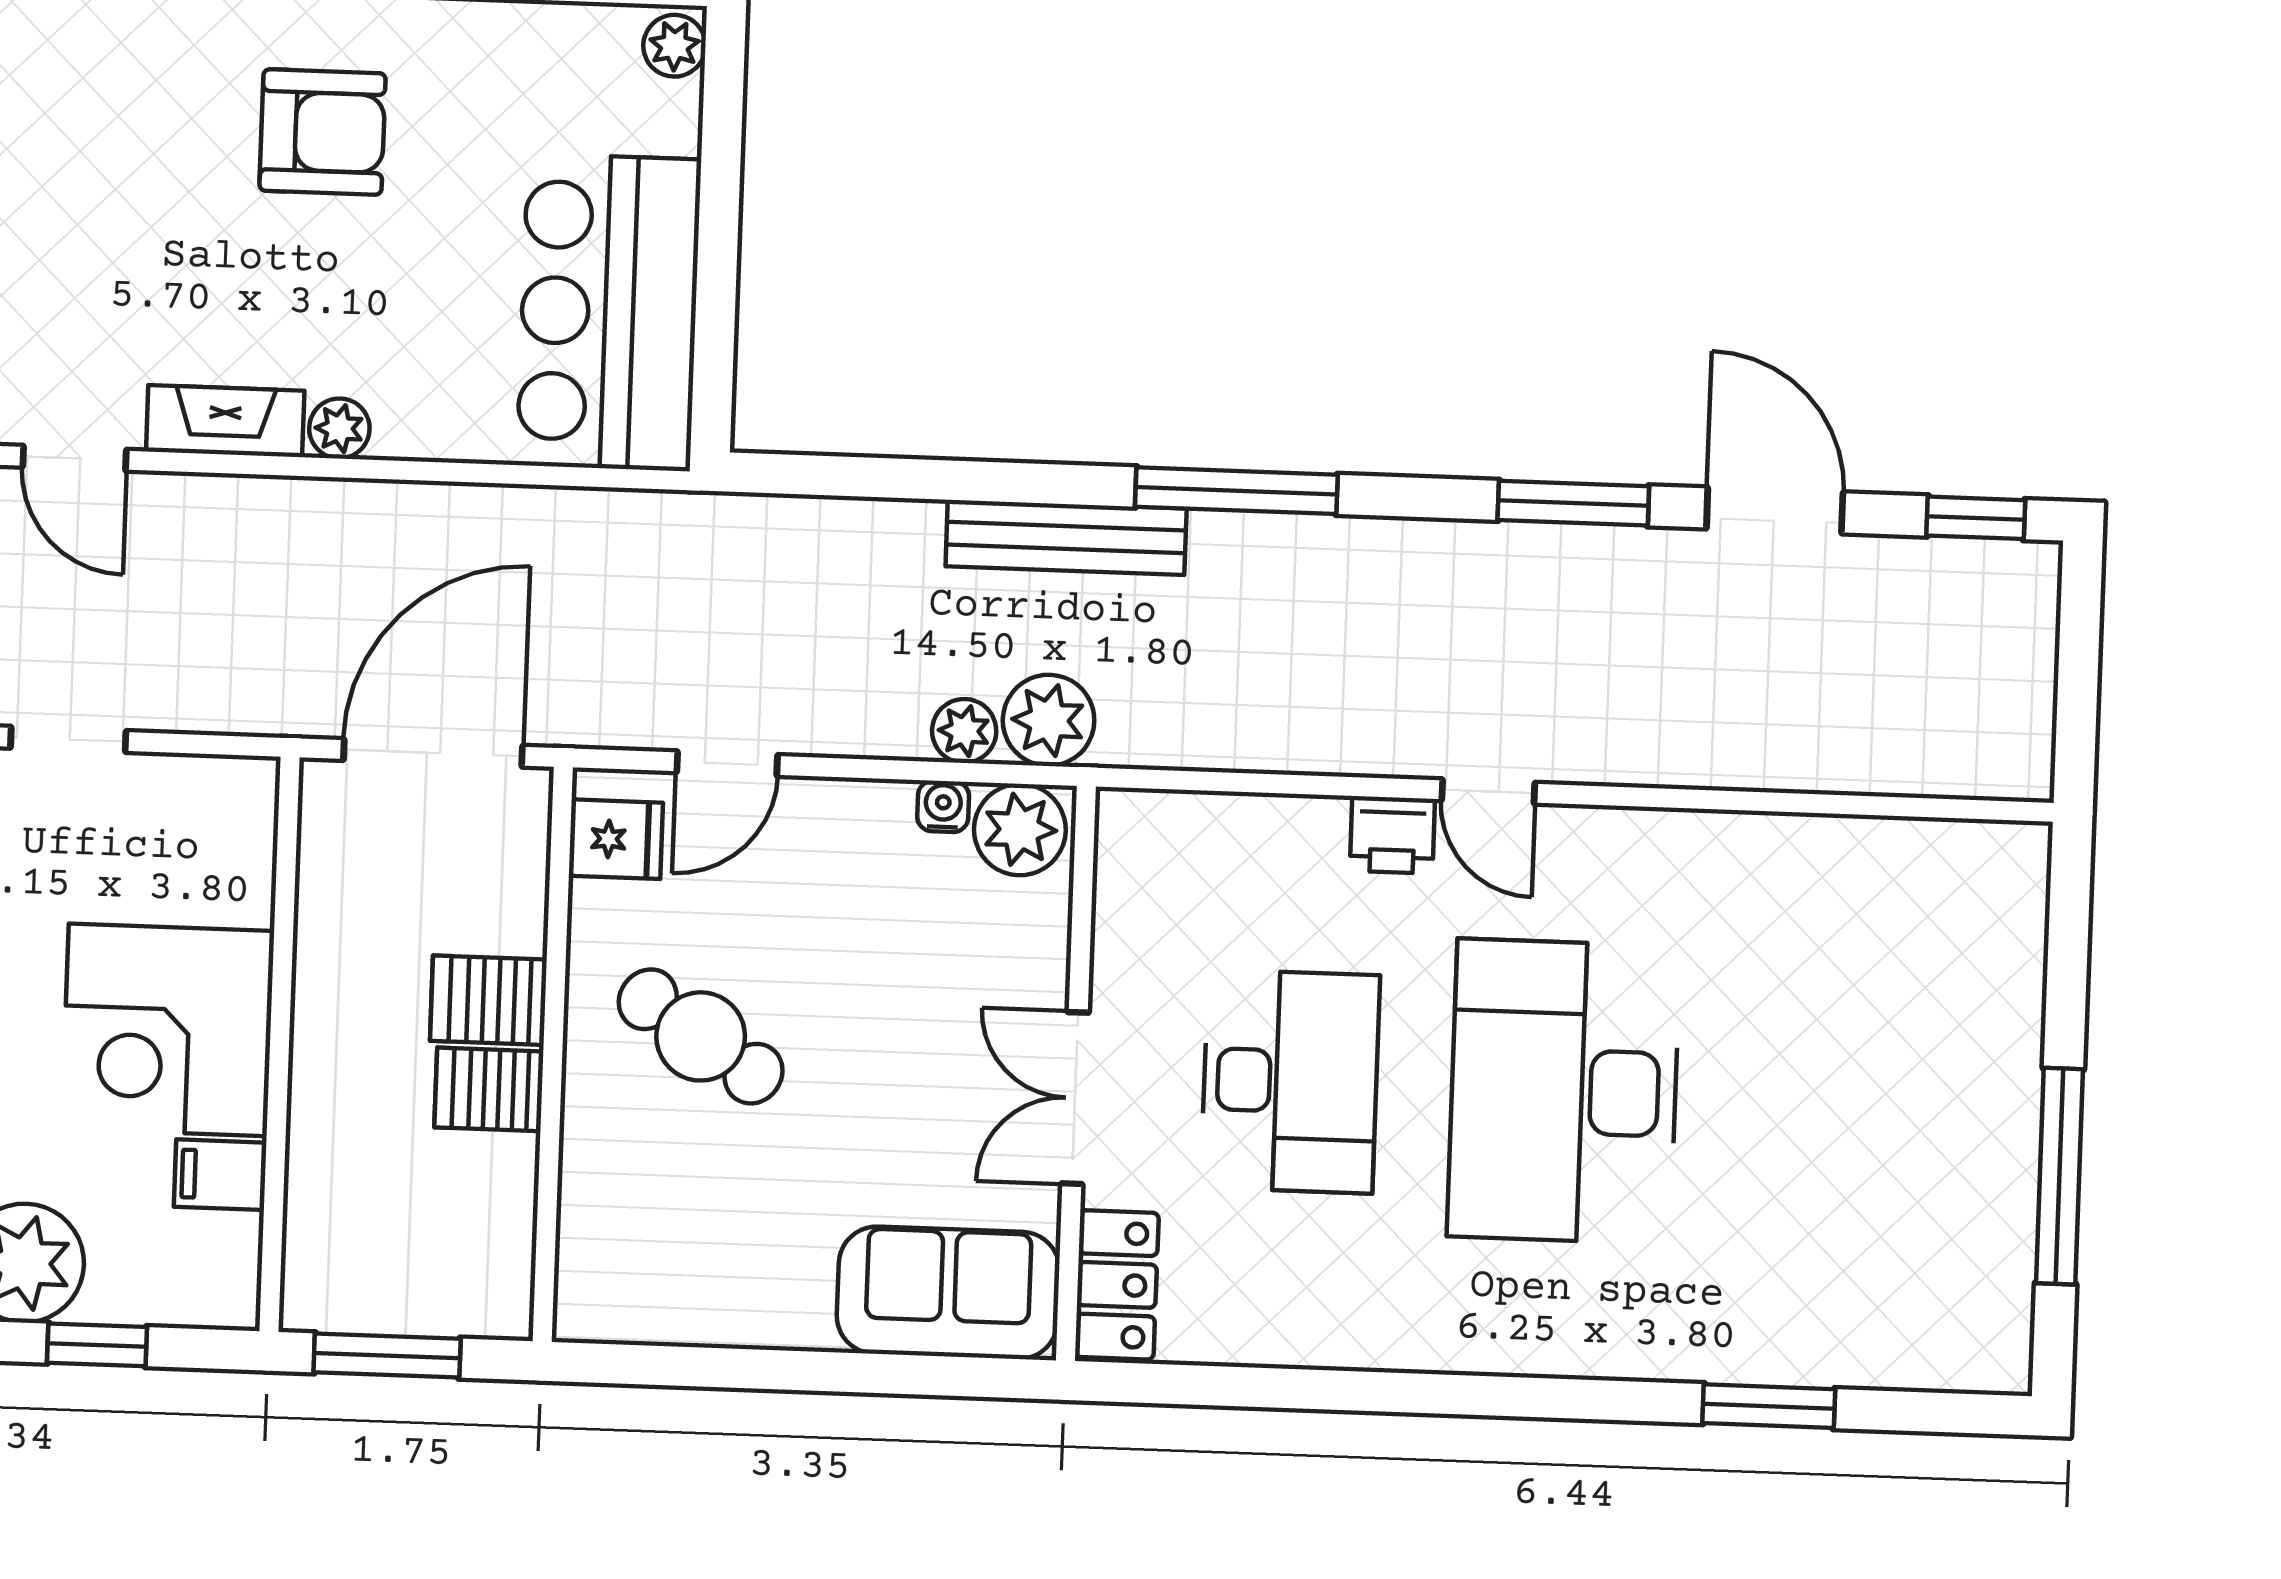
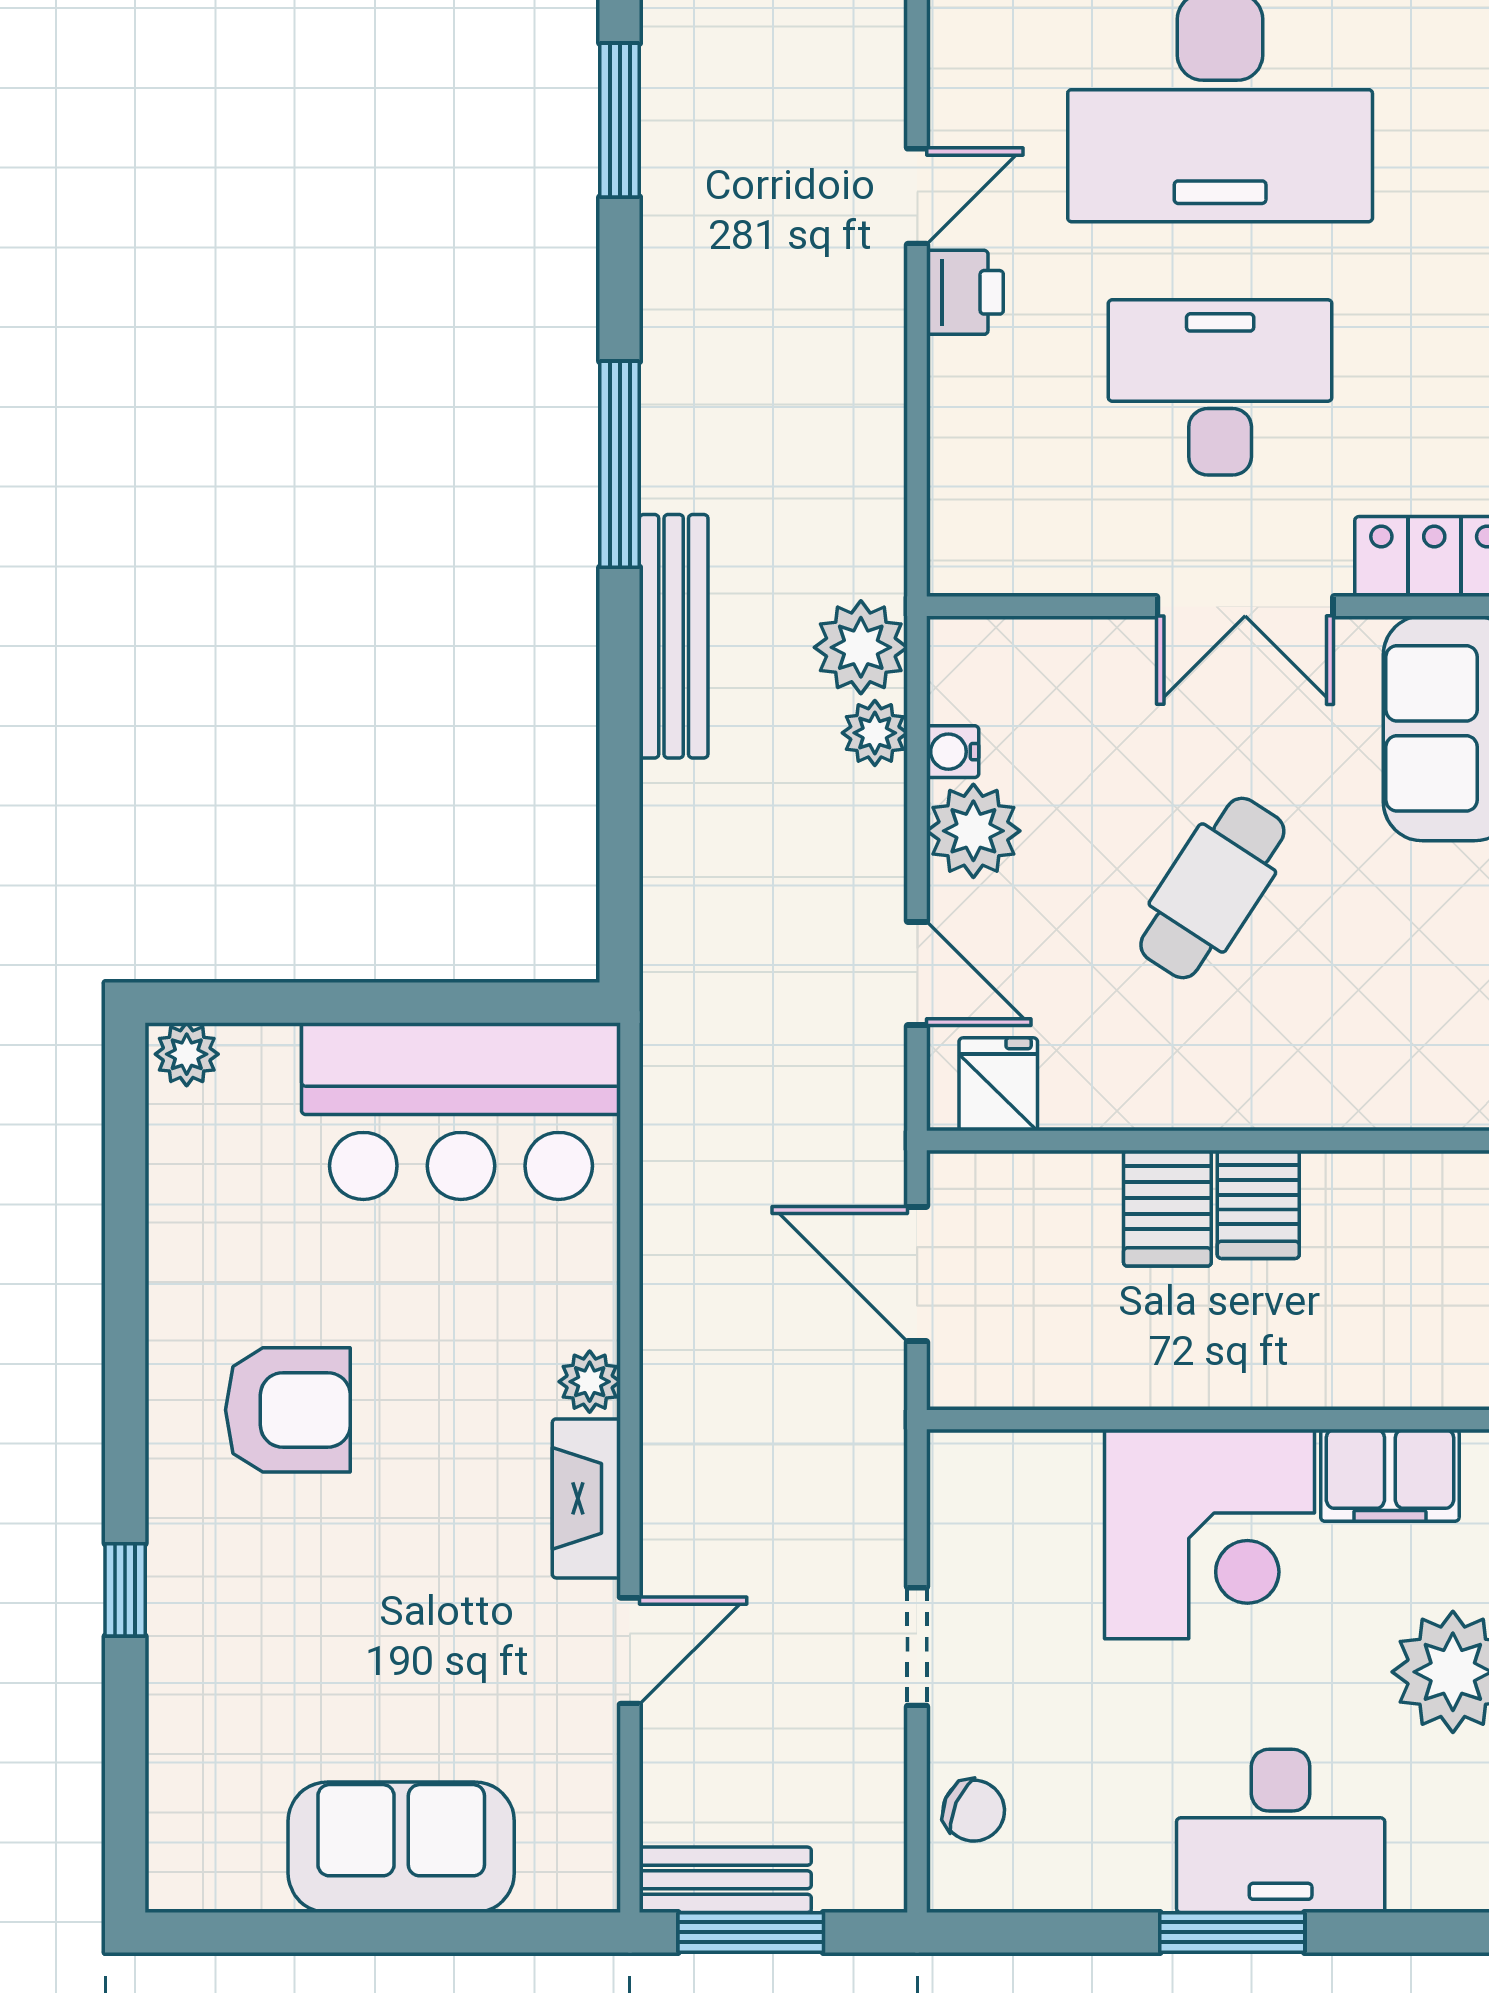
armchair: (323, 132) -> (288, 1410), turned 90
door: (433, 753) -> (917, 1274), width x0.73
plant: (1020, 830) -> (973, 831), moved
cafe table: (701, 1036) -> (1212, 888), moved
filing cabinet: (220, 1175) -> (1390, 1475), width x2.00

